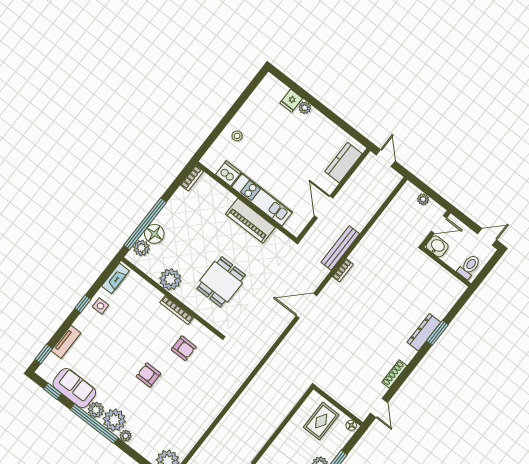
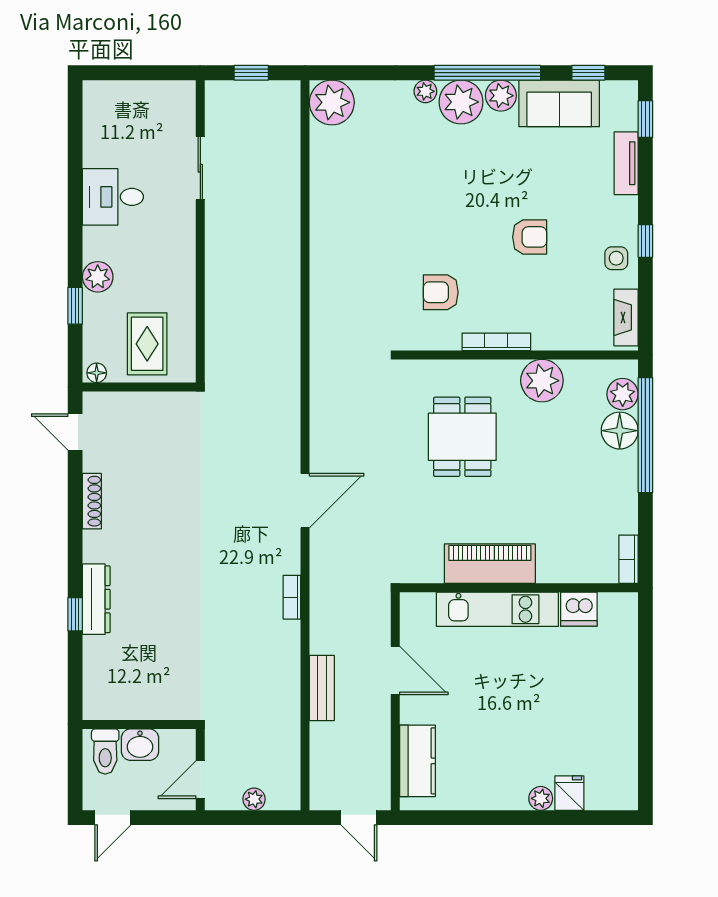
stool: (237, 136) -> (610, 676), removed
washbasin: (437, 246) -> (140, 745), moved
bench: (340, 248) -> (322, 688), moved, width x0.73
window: (437, 333) -> (75, 614), width x0.67
armchair: (148, 375) -> (530, 237), moved

